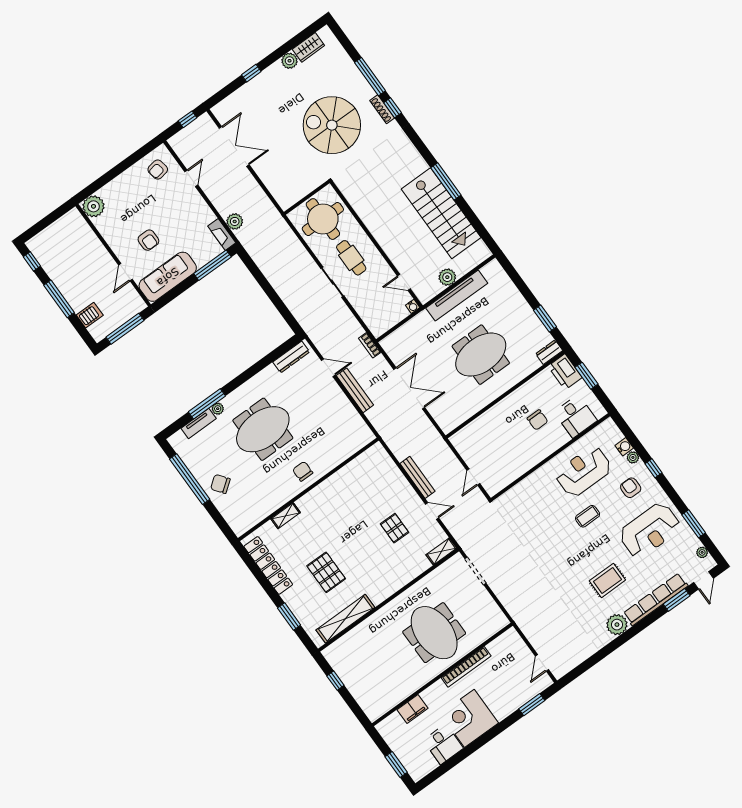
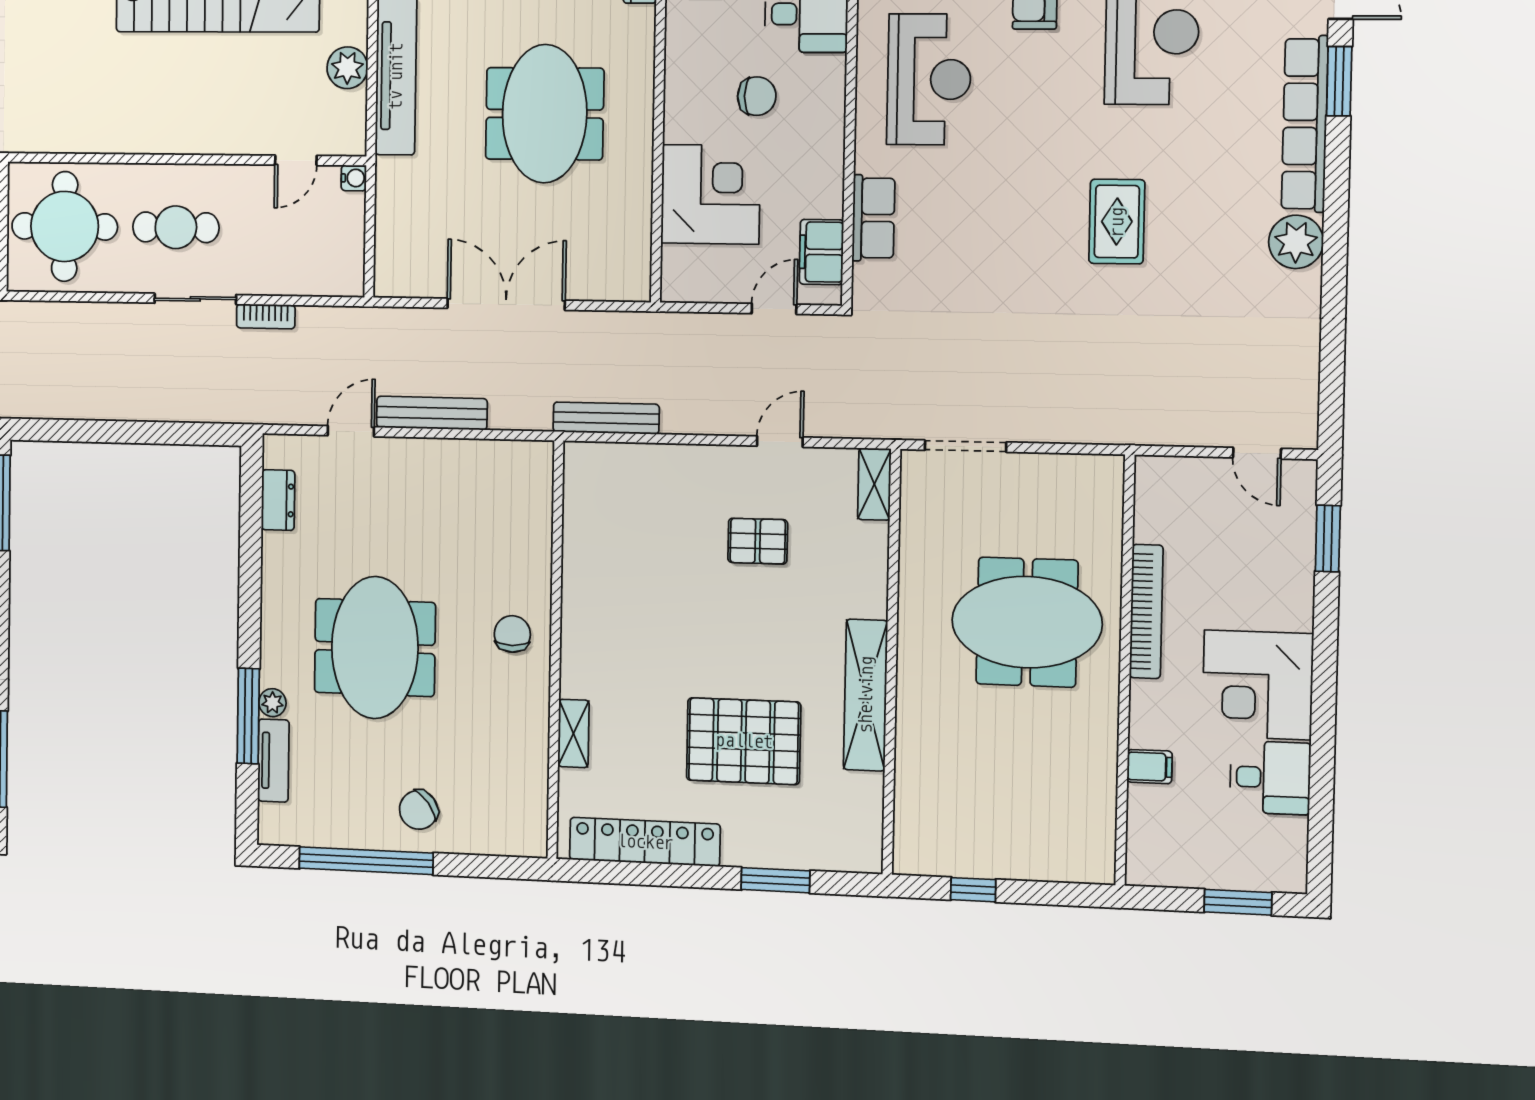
bookcase: (370, 345) -> (266, 316), moved
dresser: (291, 357) -> (278, 500), width x0.70
corner desk: (495, 429) -> (711, 194), added
chair: (303, 471) -> (512, 634), turned 90
reception desk: (583, 471) -> (929, 79), turned 180
bench: (417, 477) -> (606, 418), moved
door: (473, 477) -> (774, 309), swing flipped
filing cabinet: (503, 478) -> (821, 252), added
row of seats: (526, 487) -> (873, 218), added
coffee table: (588, 516) -> (1026, 138), removed
pallet: (326, 572) -> (744, 741), width x1.37, depth x1.41
rug: (607, 580) -> (1117, 222), moved
shelving: (345, 619) -> (866, 695), moved
filing cabinet: (413, 709) -> (1150, 767), width x0.50

